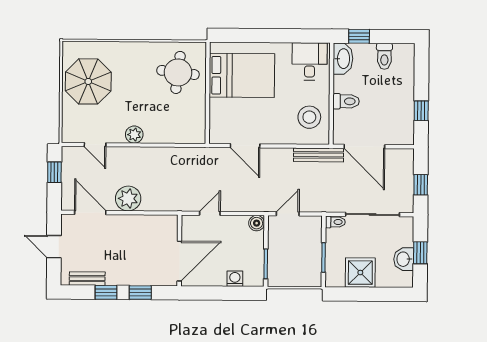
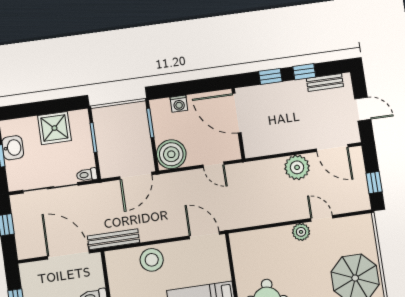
stool: (309, 117) -> (152, 260), moved
door: (95, 145) -> (322, 218), moved
door: (245, 146) -> (204, 235), moved
door: (210, 213) -> (214, 165), hinge flipped
door: (288, 214) -> (136, 176), width x1.38
boiler: (257, 223) -> (171, 154), width x1.86, depth x1.86
door: (179, 261) -> (237, 113), hinge flipped

